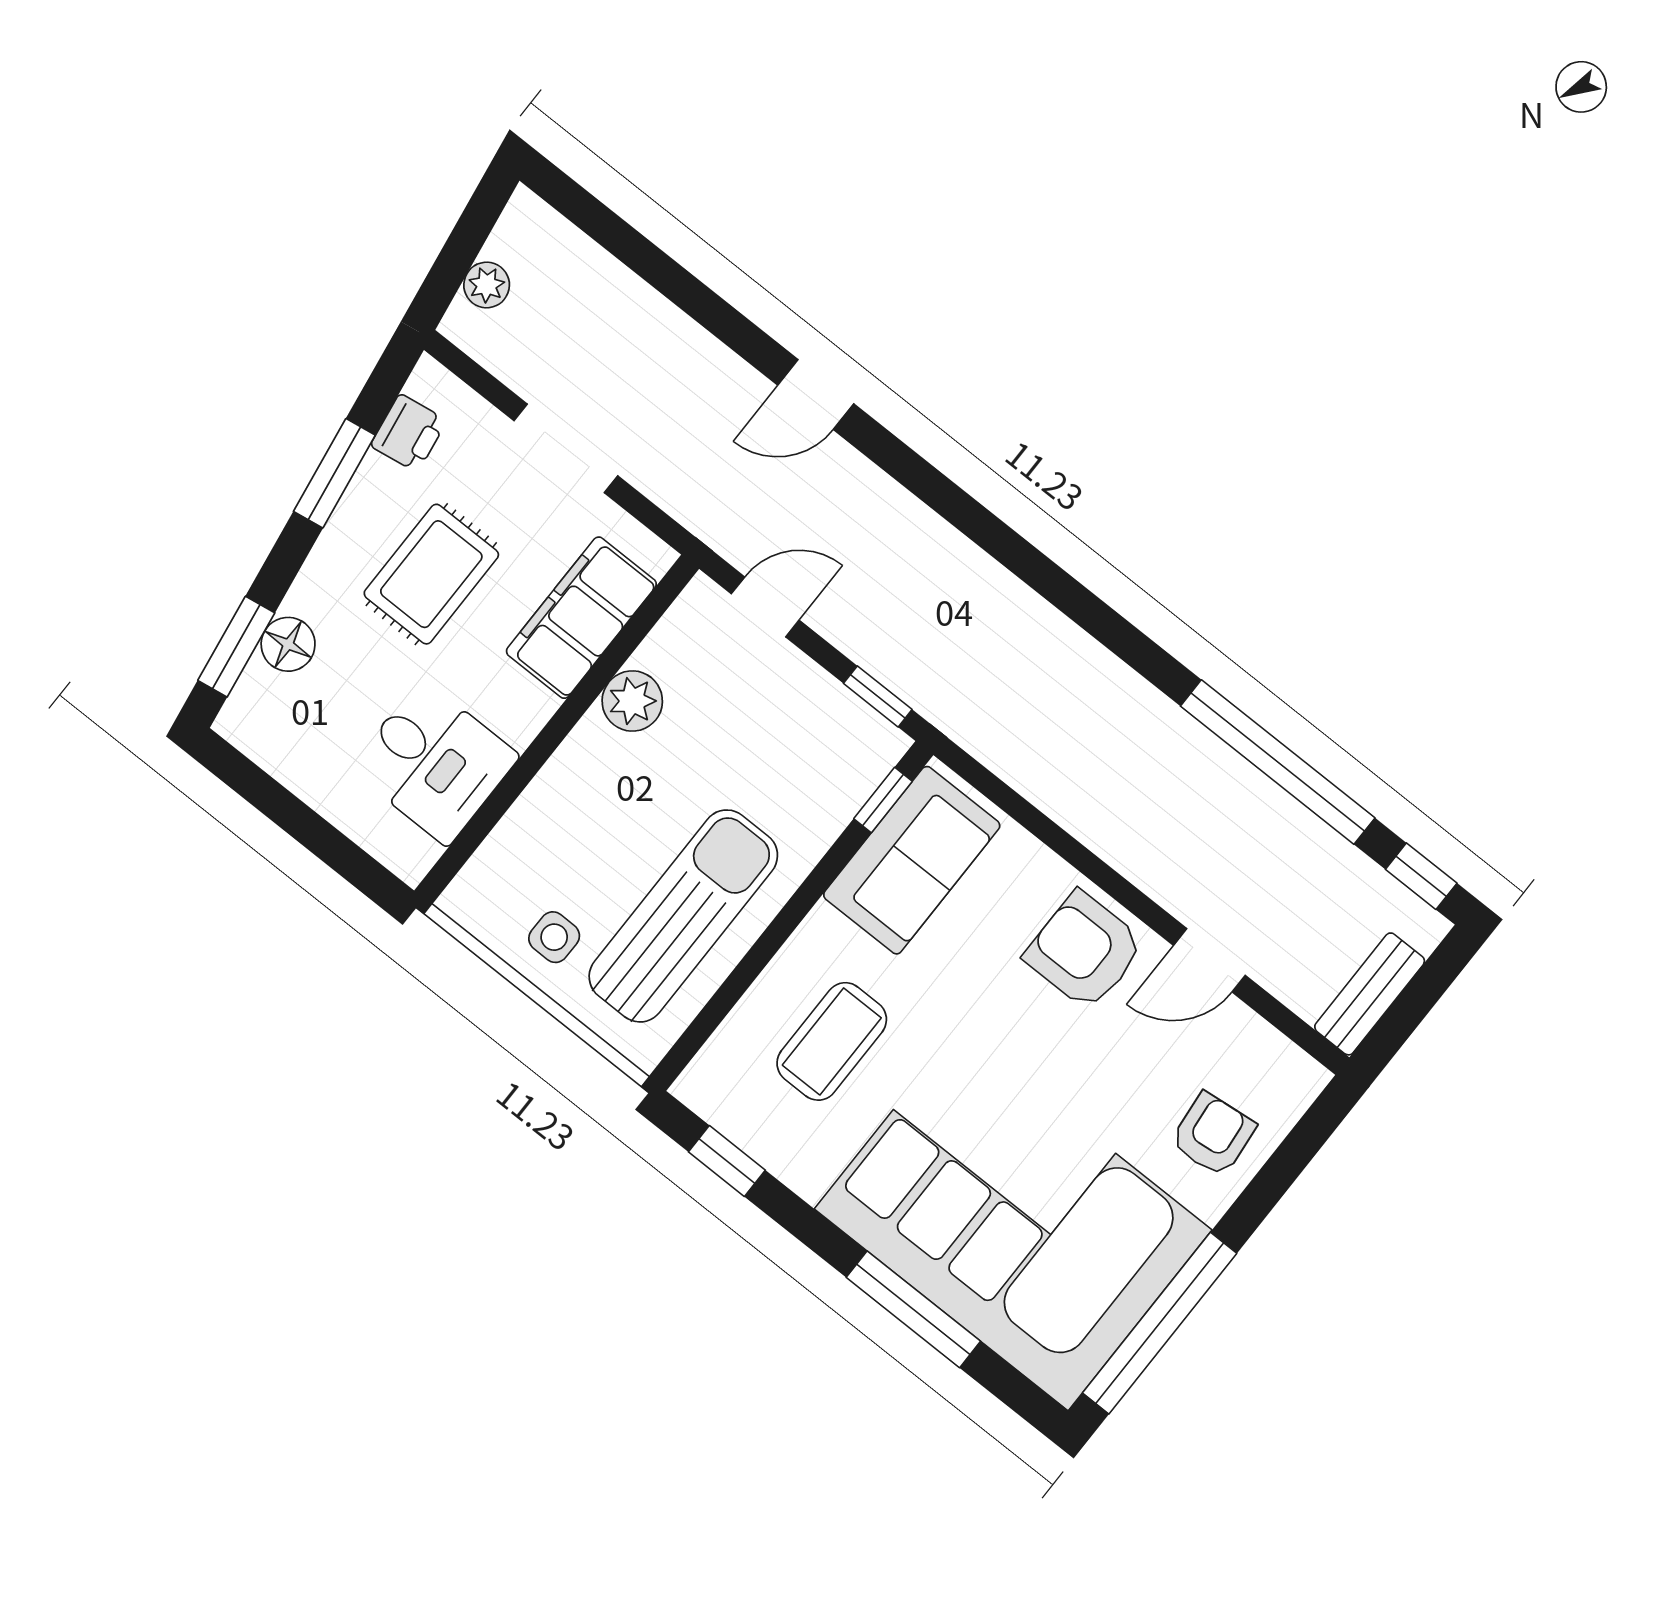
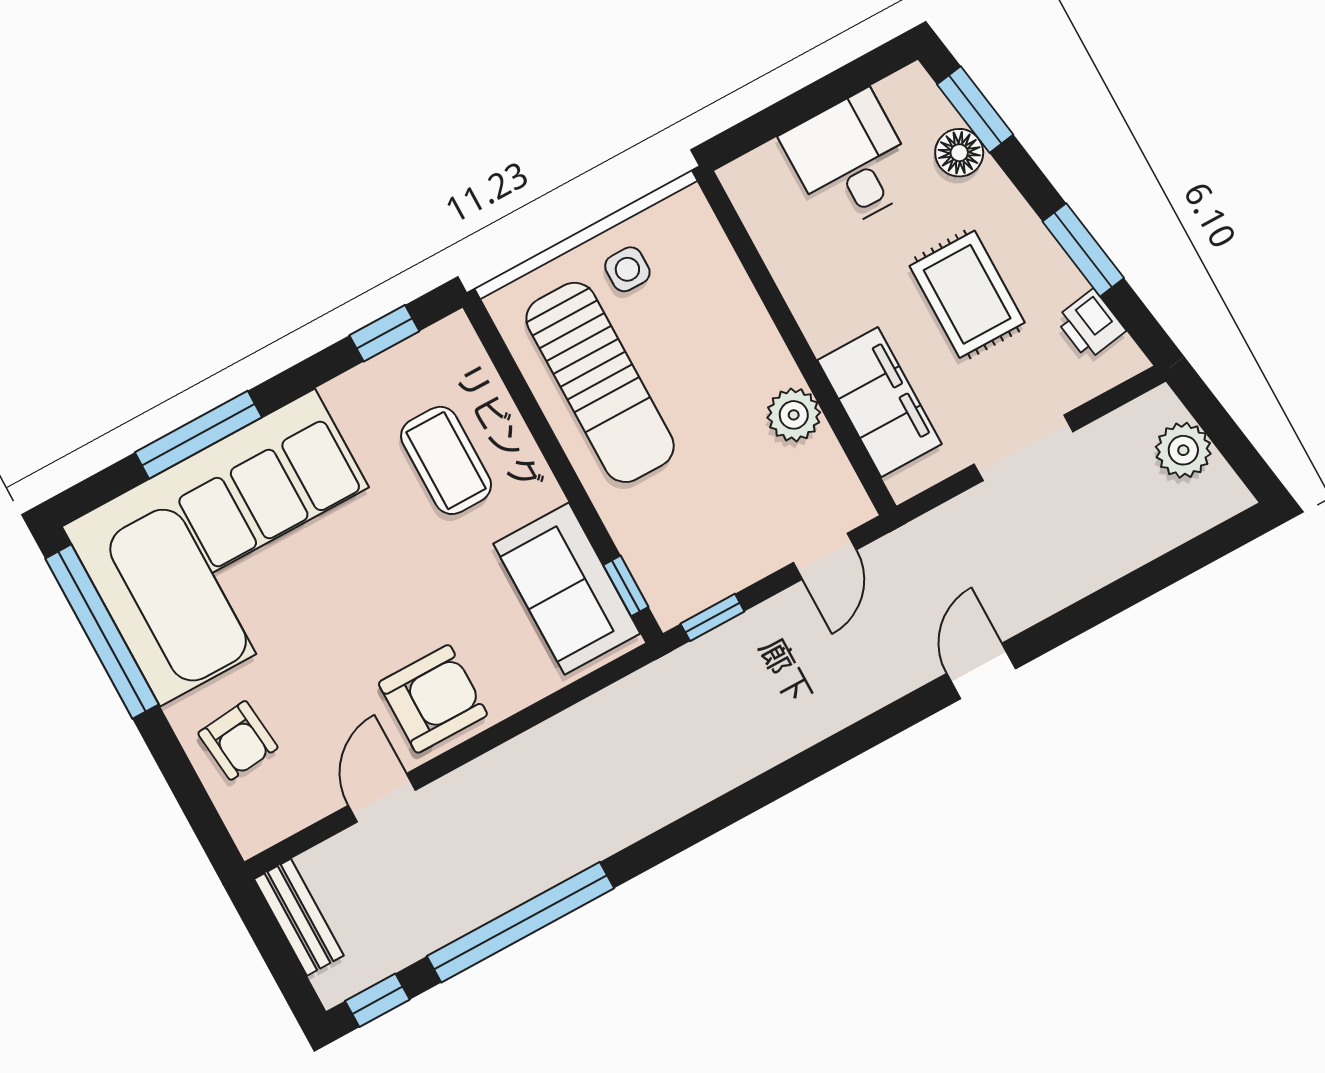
plant: (487, 285) -> (1183, 450), width x1.38, depth x1.38
desk: (434, 762) -> (851, 161), moved, turned 90

